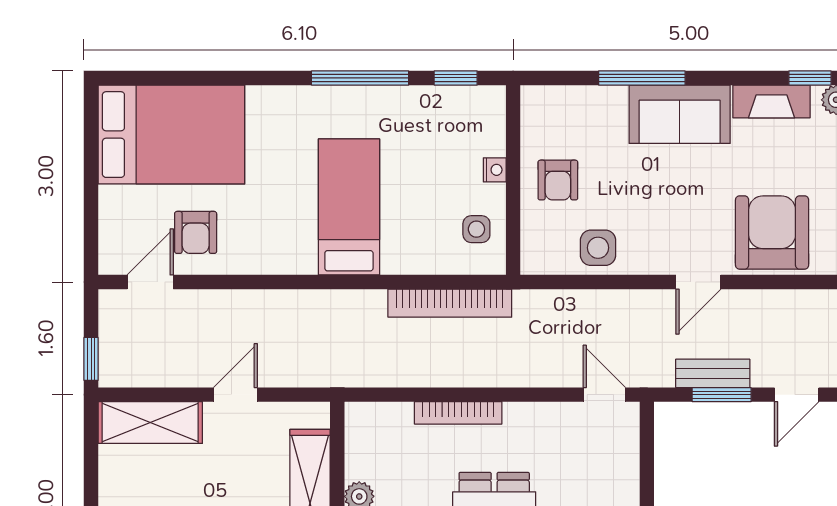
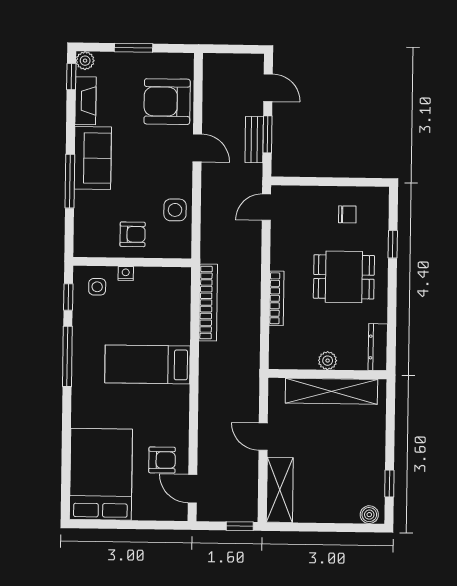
side table: (476, 229) -> (97, 287), moved

